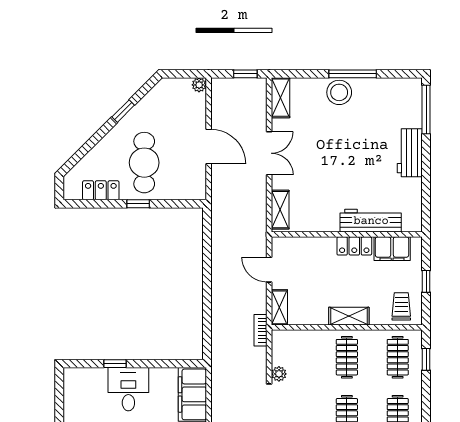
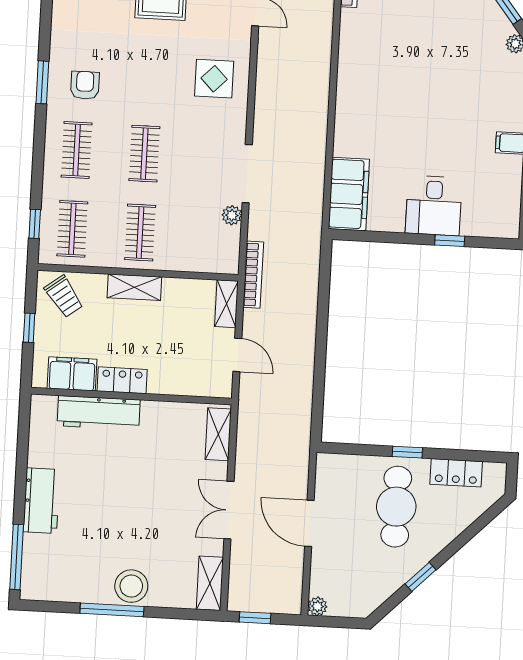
trolley: (401, 306) -> (64, 296), turned -37
bookcase: (261, 330) -> (253, 275), width x1.56

